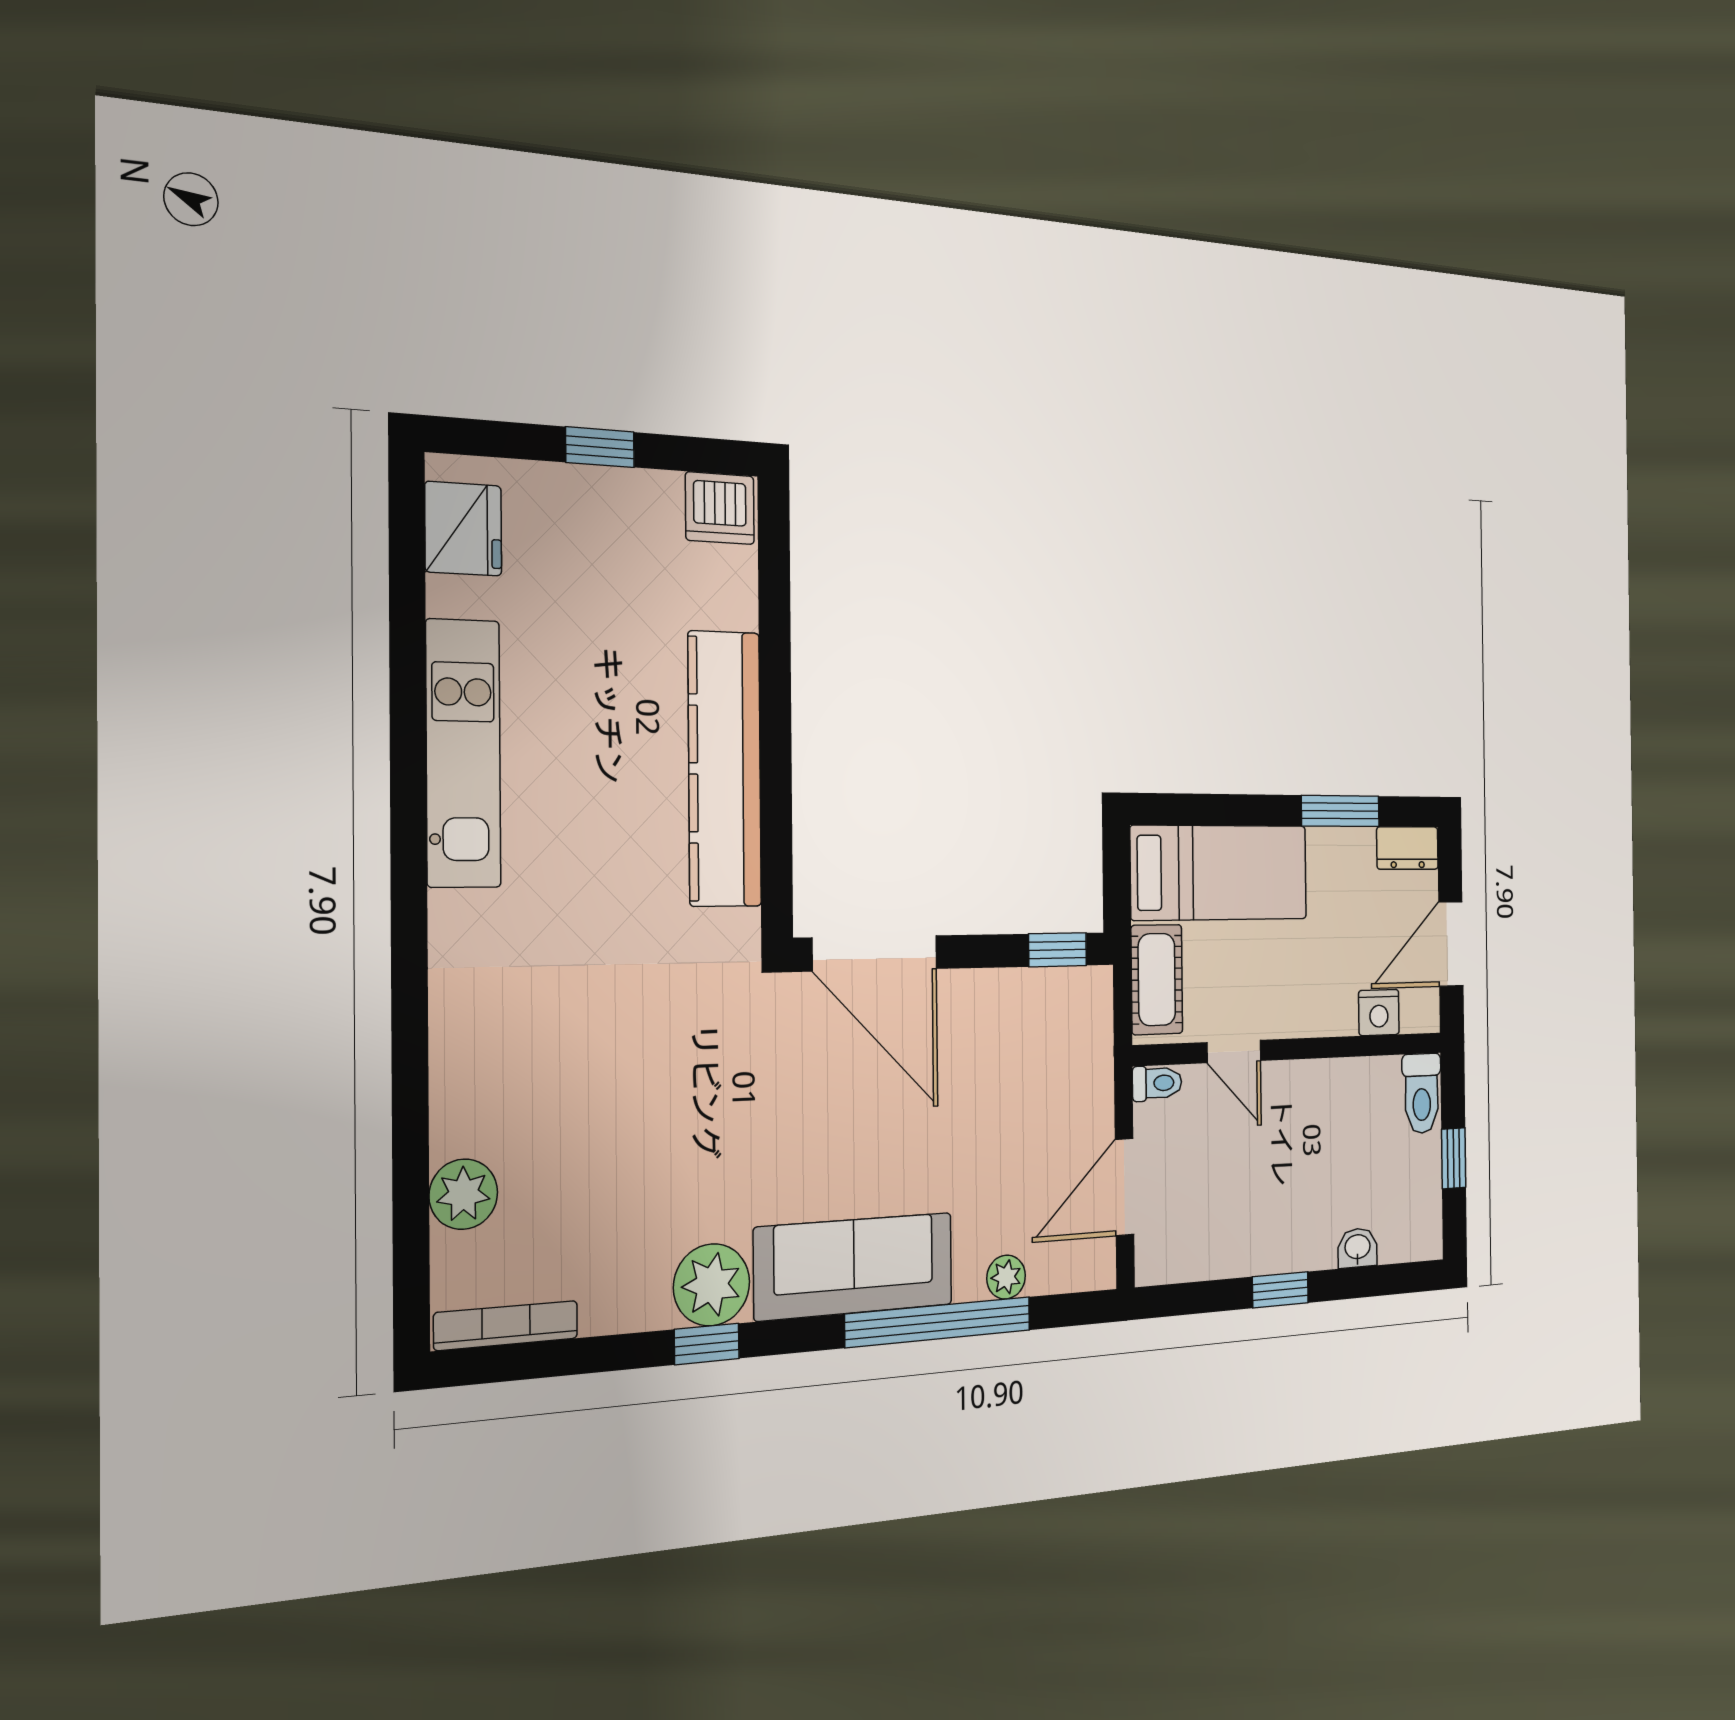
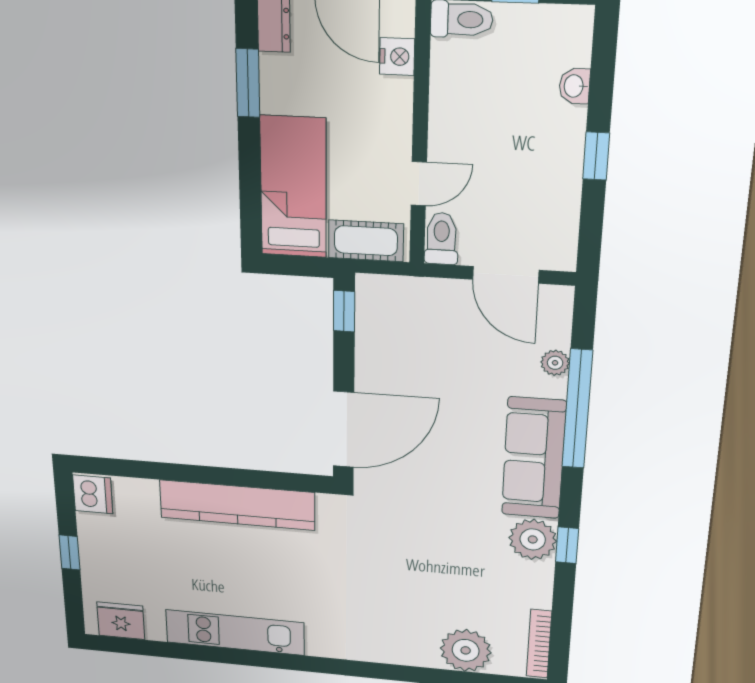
toilet: (1157, 1083) -> (441, 239), width x1.37, depth x1.39
plant: (463, 1194) -> (466, 650), width x1.36, depth x1.36

